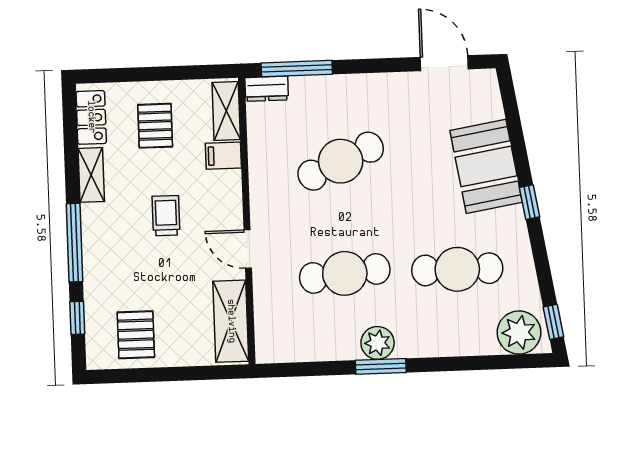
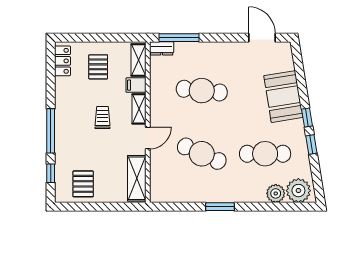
cafe table: (341, 161) -> (202, 91), turned 30
shelving: (91, 175) -> (139, 109), moved
door: (248, 249) -> (148, 138), swing flipped
cafe table: (345, 273) -> (202, 154), turned 30
window: (553, 322) -> (311, 144), moved
plant: (378, 343) -> (276, 193), moved

